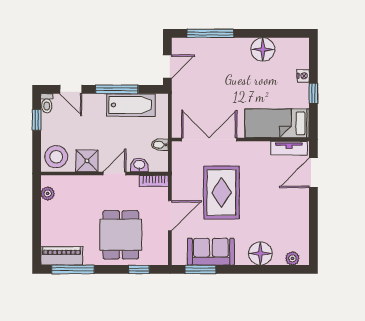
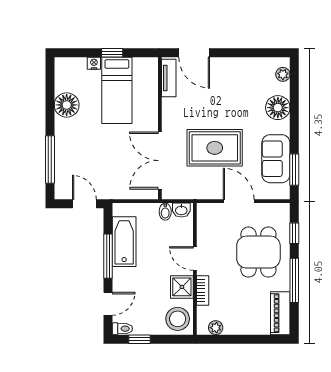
bed: (277, 123) -> (117, 90), moved
washbasin: (139, 165) -> (181, 210), moved, turned -90
bookcase: (154, 181) -> (203, 291), moved
dining table: (121, 235) -> (258, 252), turned 90
window: (73, 269) -> (294, 280), moved

